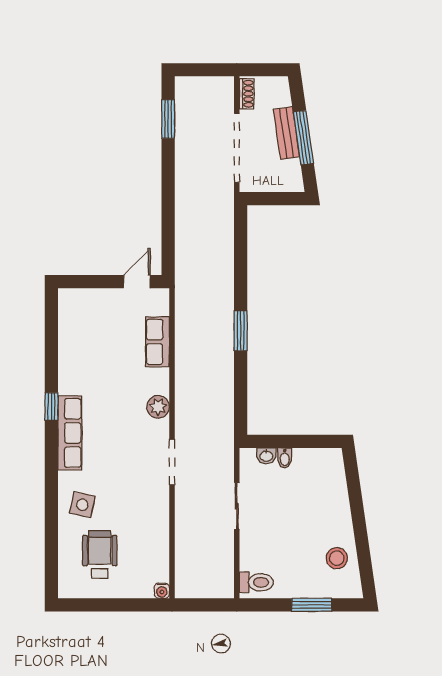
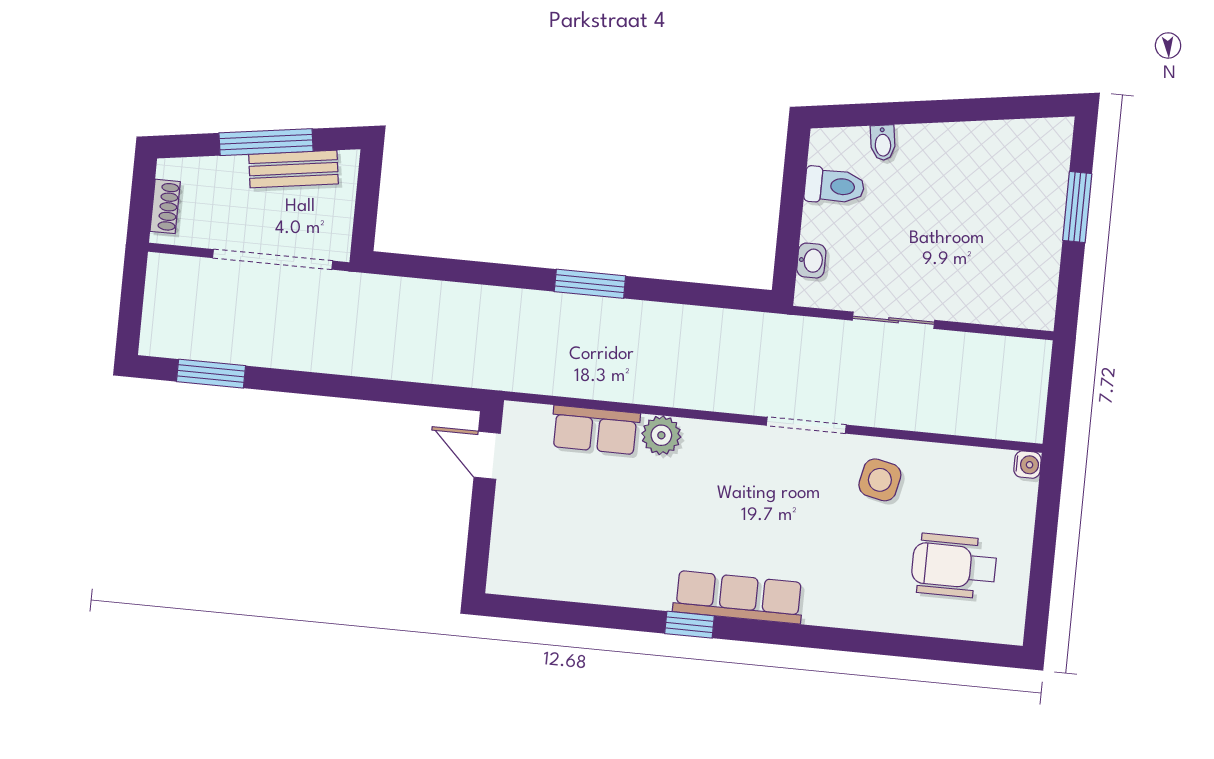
shoe rack: (247, 94) -> (165, 206), moved, turned 90
bench: (286, 133) -> (293, 169), moved
plant: (158, 407) -> (661, 435), moved
bidet: (285, 458) -> (883, 143), moved, turned 82
side table: (82, 505) -> (880, 480), moved
stool: (337, 558) -> (1001, 156), removed
toilet: (256, 582) -> (834, 186), moved, turned 90

